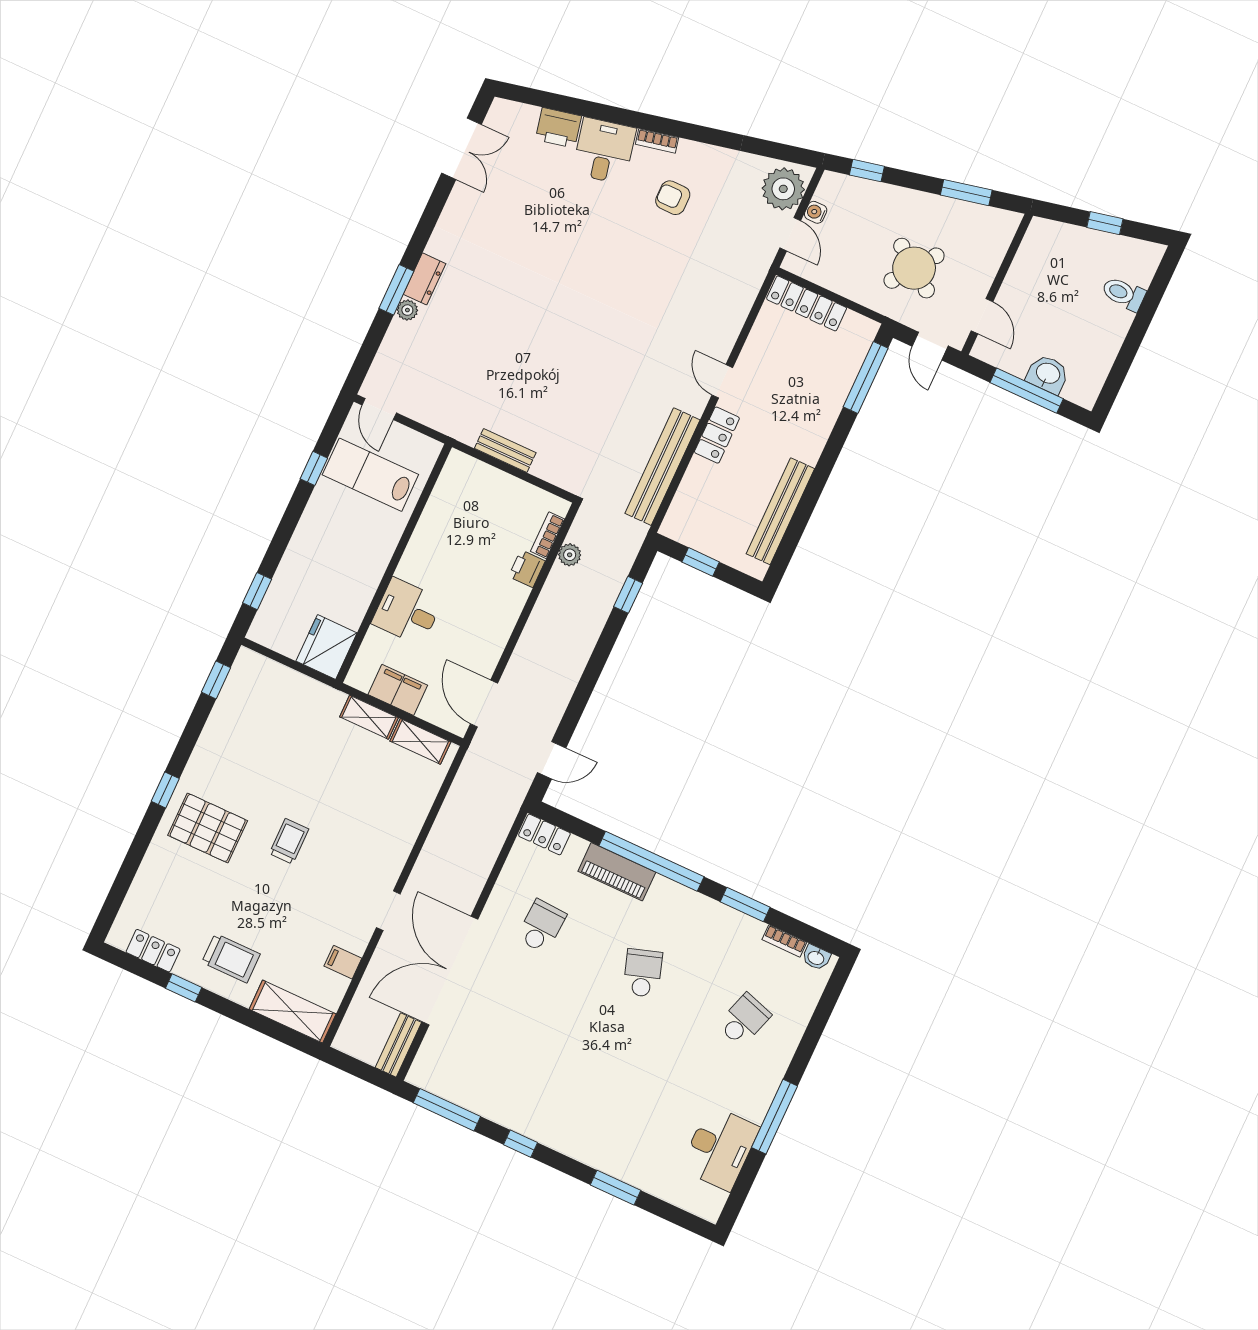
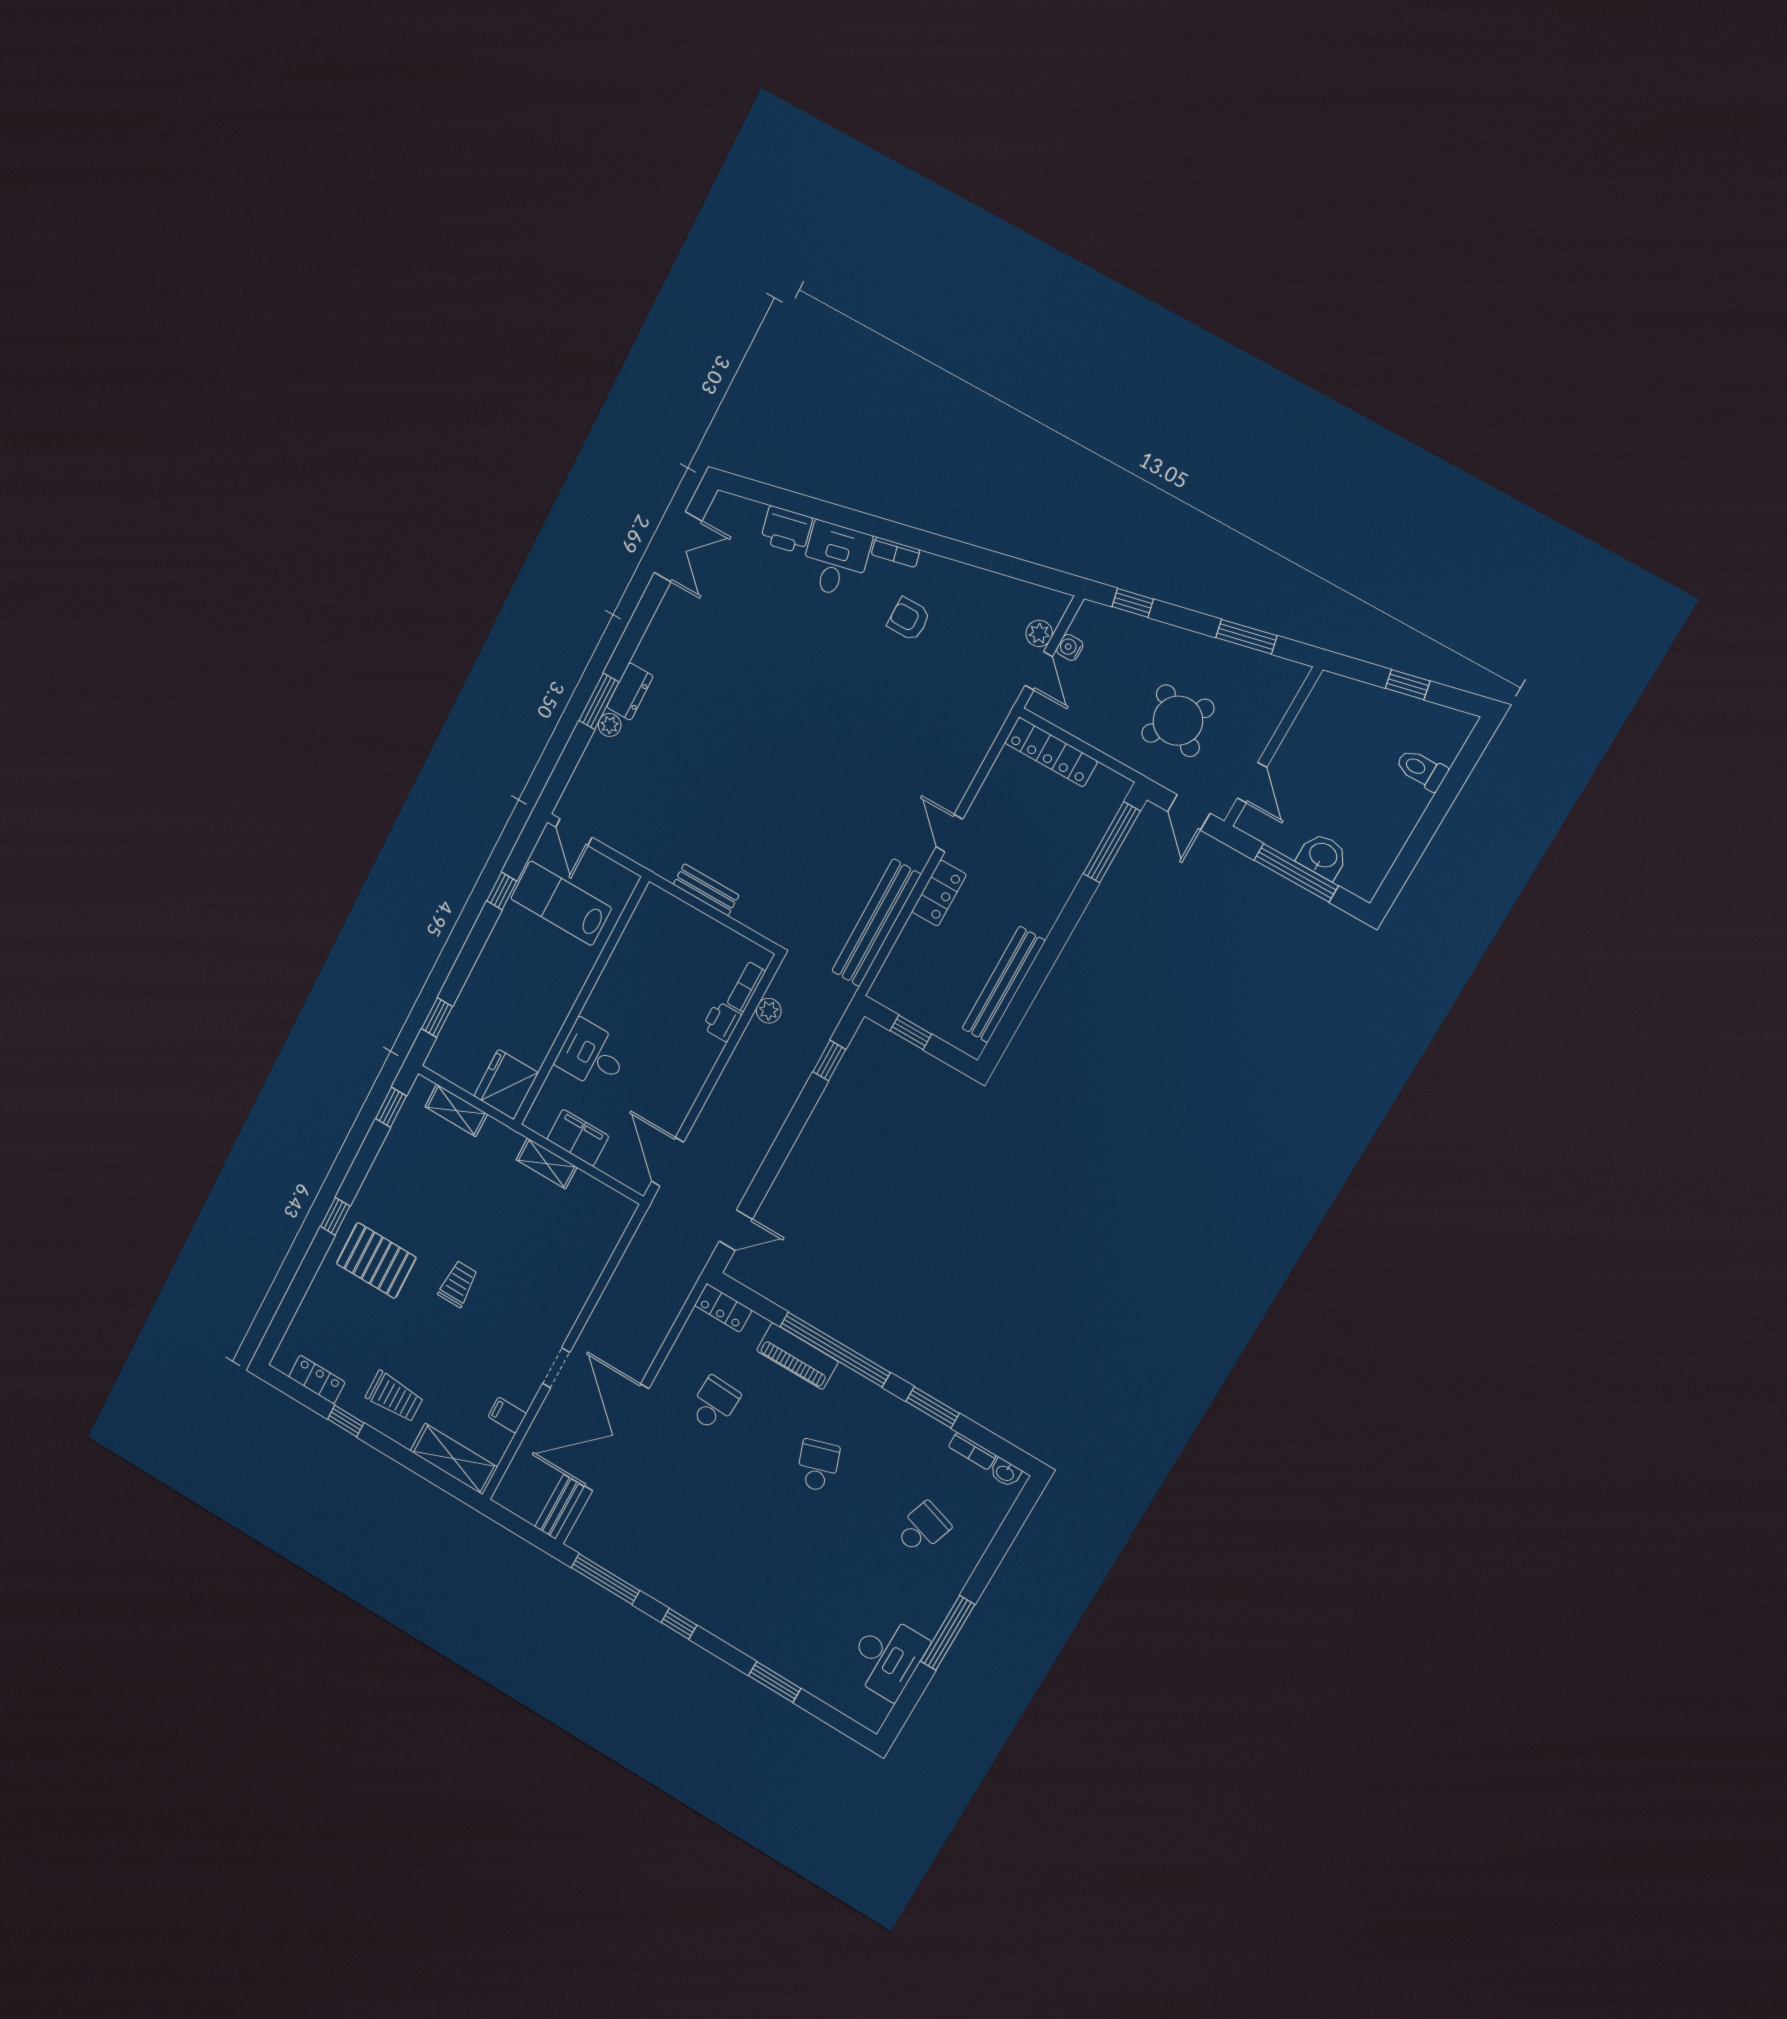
plant: (783, 189) -> (1039, 633), width x0.53, depth x0.53
shelving: (420, 741) -> (456, 1110), moved

